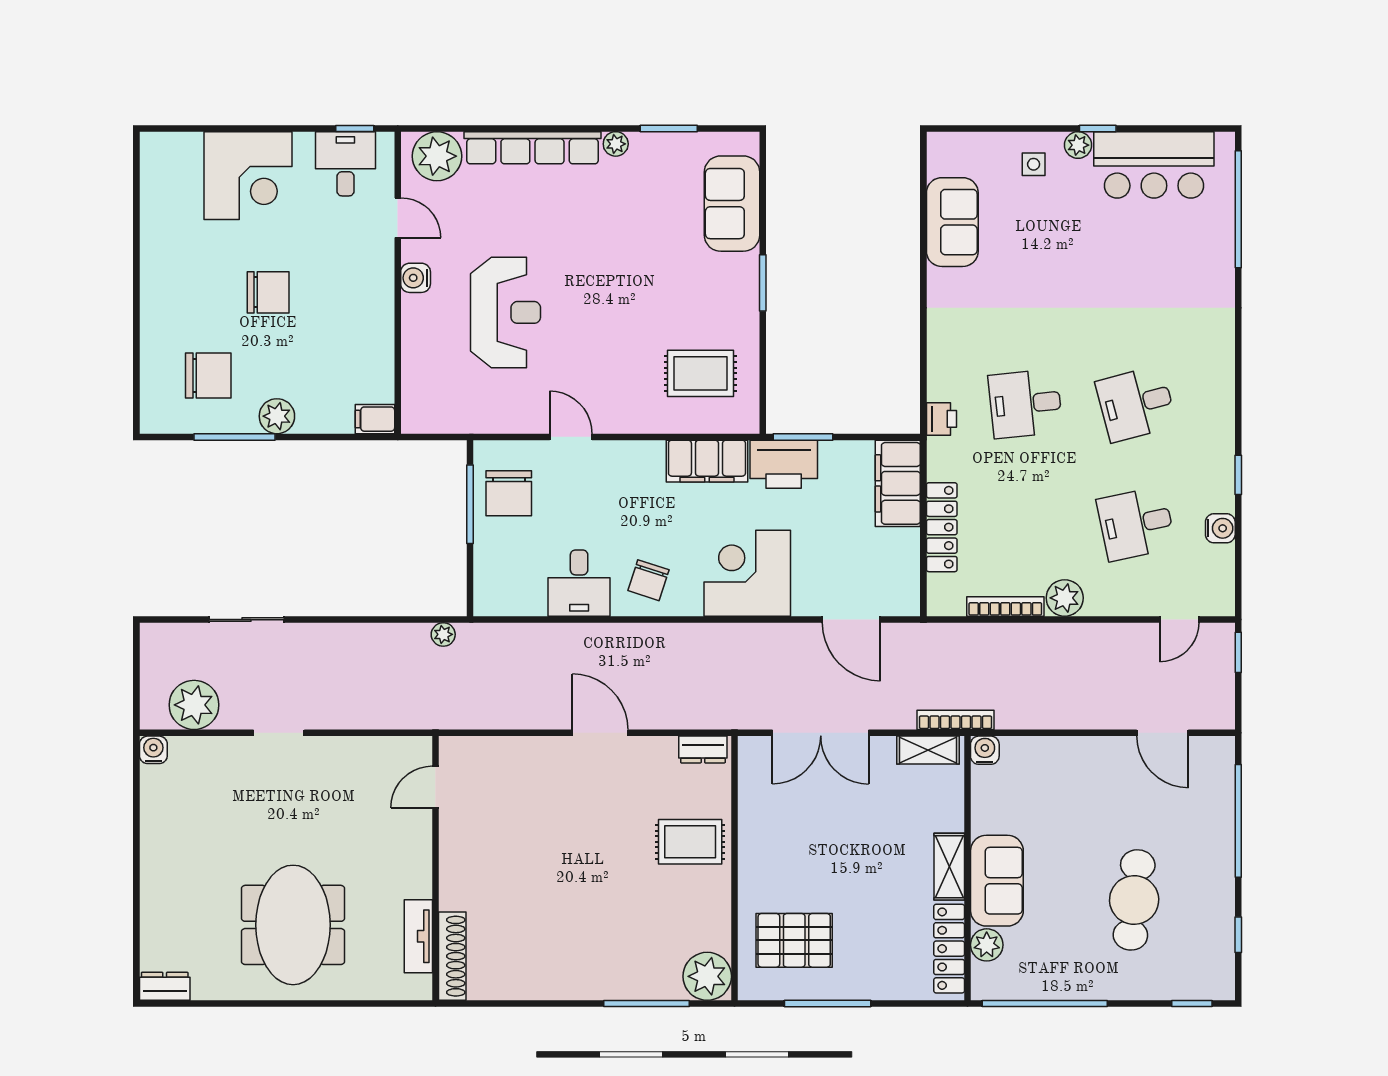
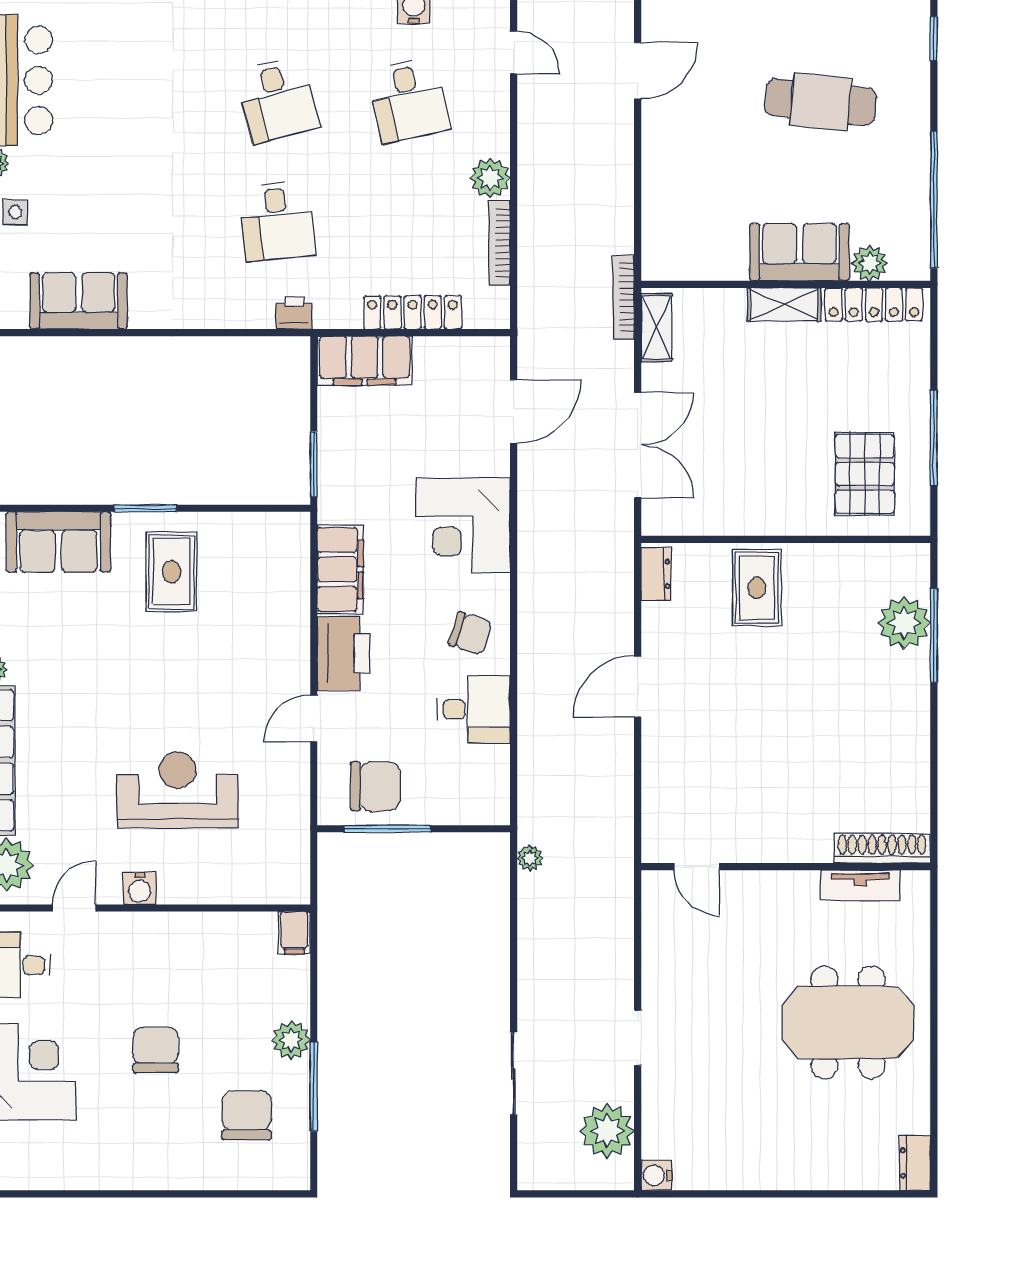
rug: (700, 373) -> (172, 572), moved
printer: (784, 464) -> (344, 653), moved
water cooler: (985, 750) -> (657, 265), removed
plant: (707, 976) -> (904, 623), moved

